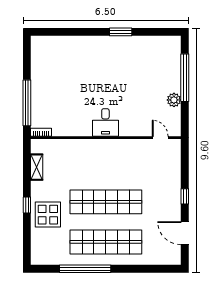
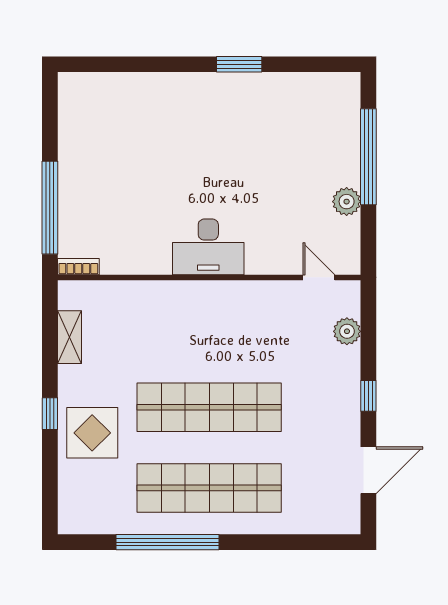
desk: (105, 122) -> (208, 247), width x1.37
plant: (174, 164) -> (347, 331), added
door: (185, 233) -> (368, 470), swing flipped

